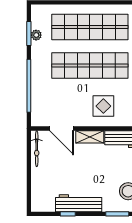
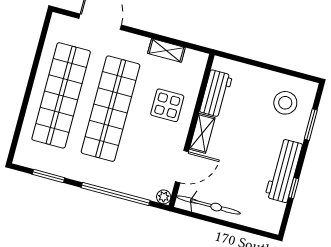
plant: (36, 35) -> (164, 197), moved
bicycle: (37, 149) -> (208, 205), width x1.37, depth x1.40

